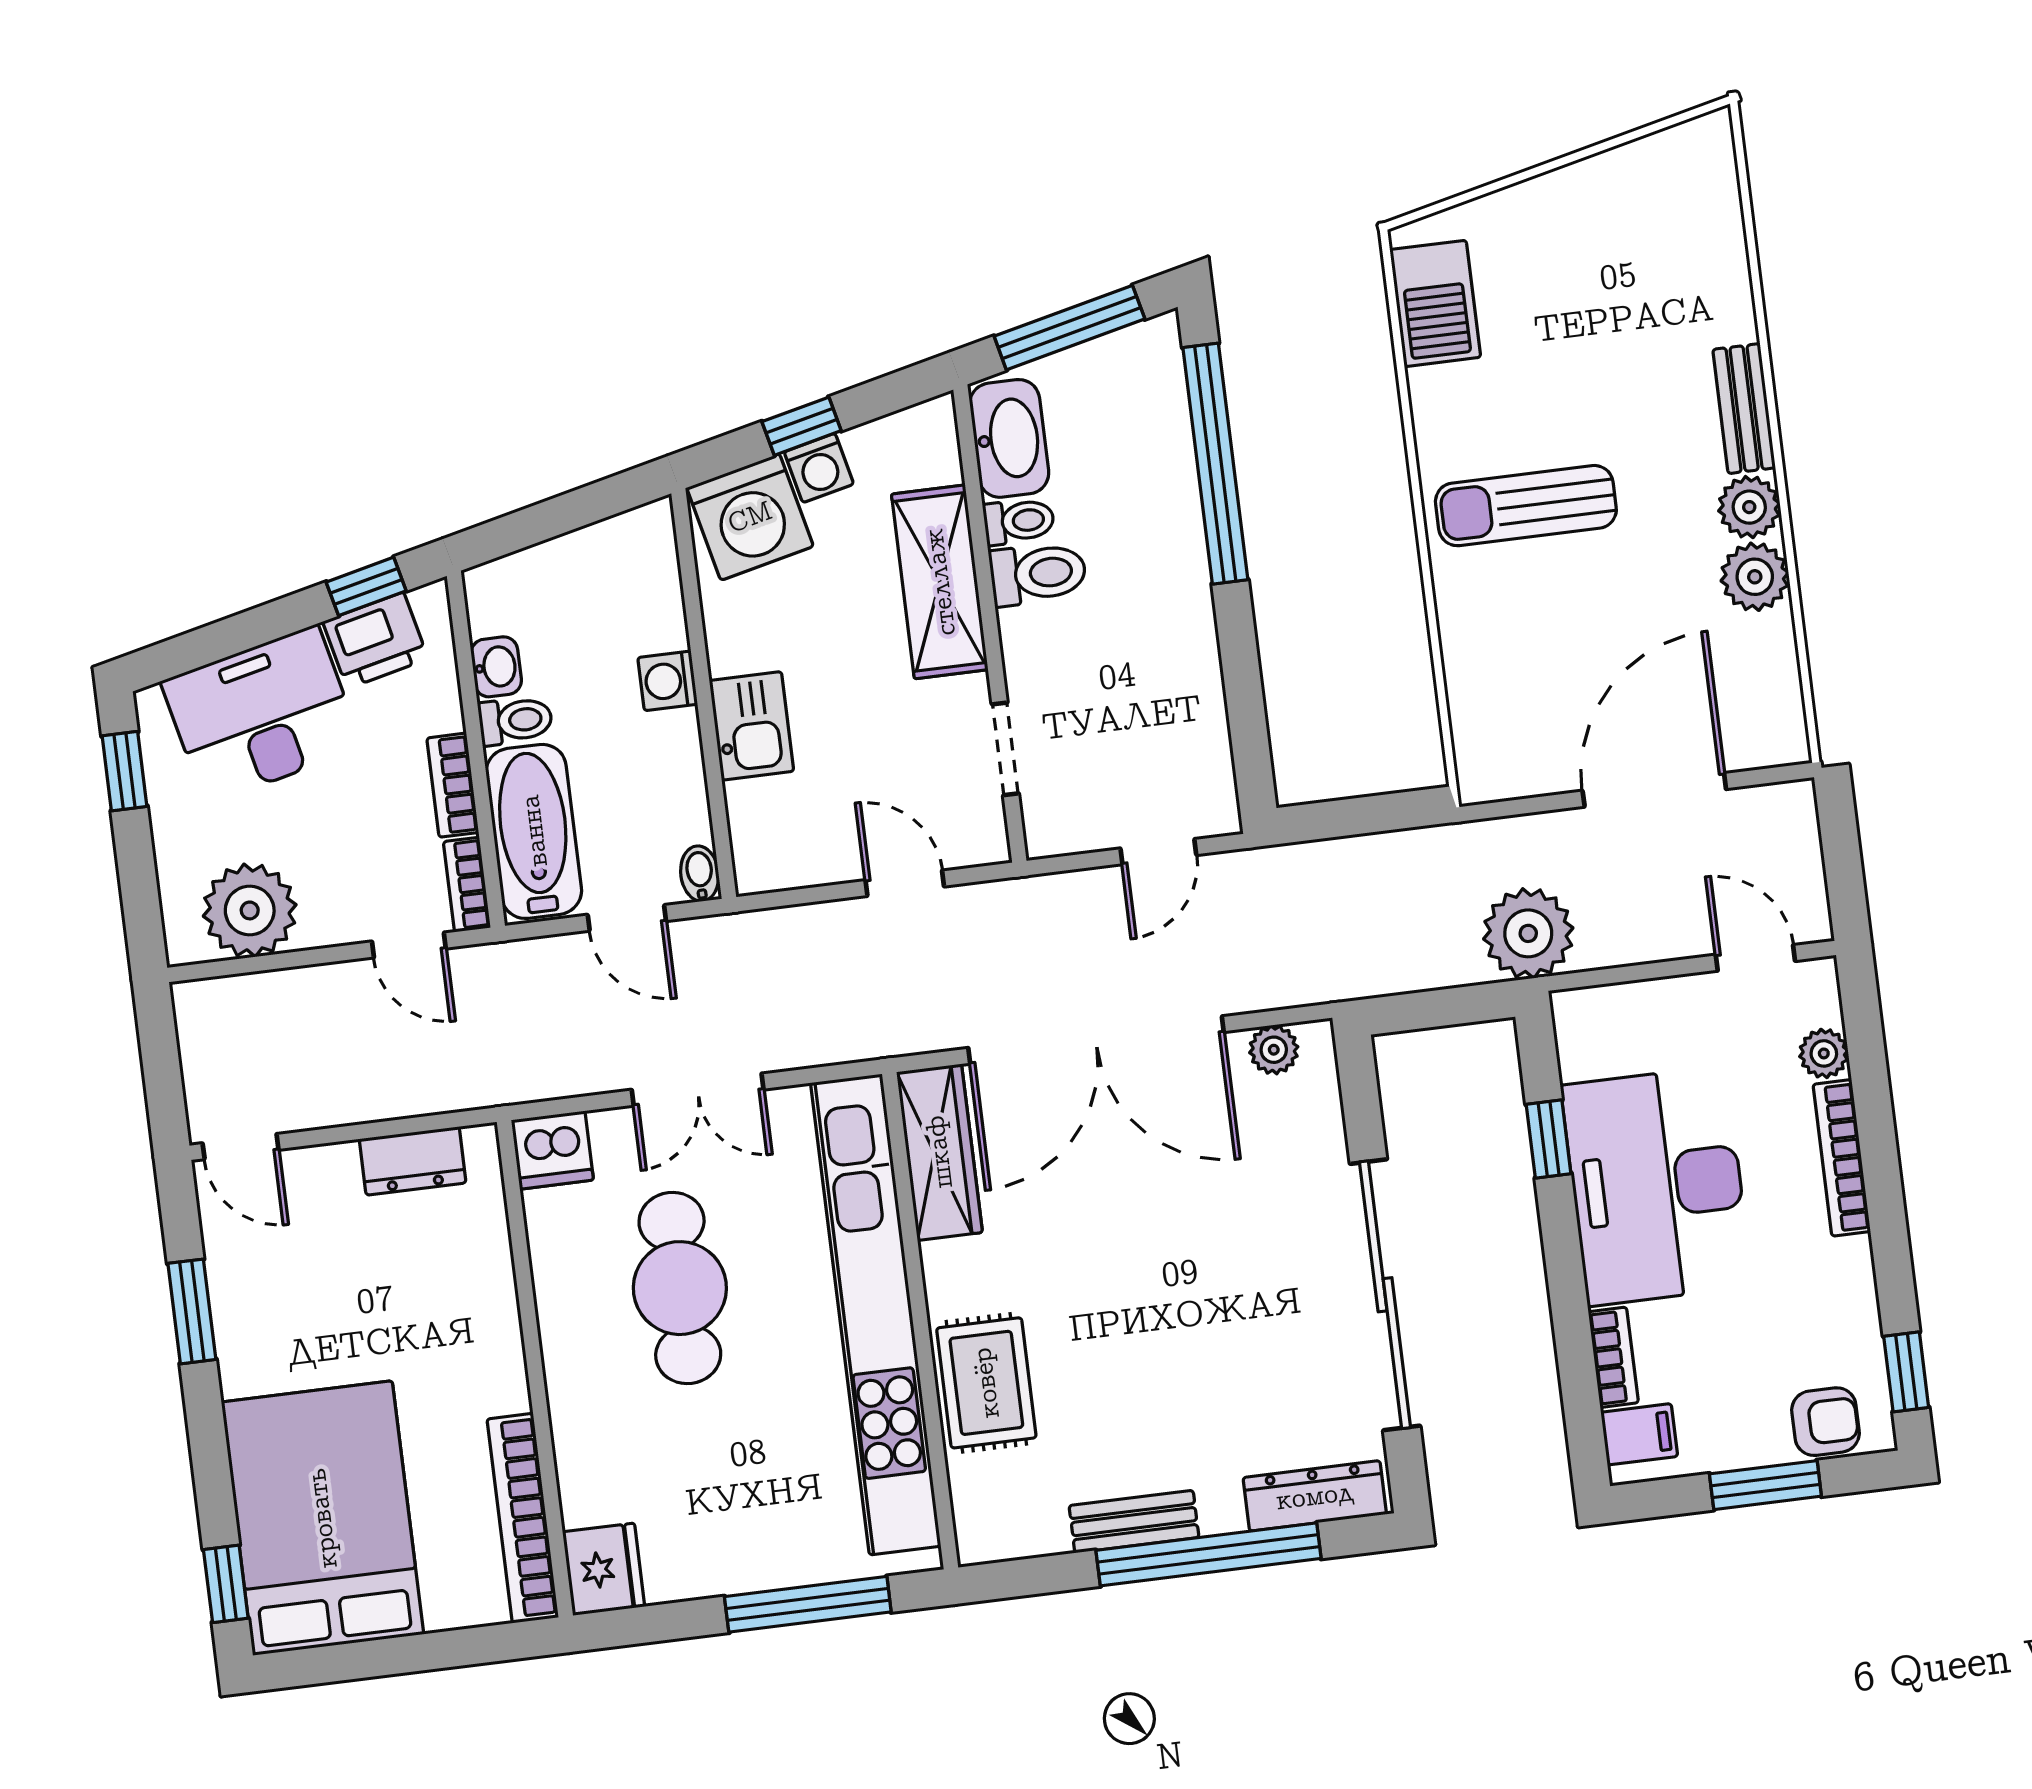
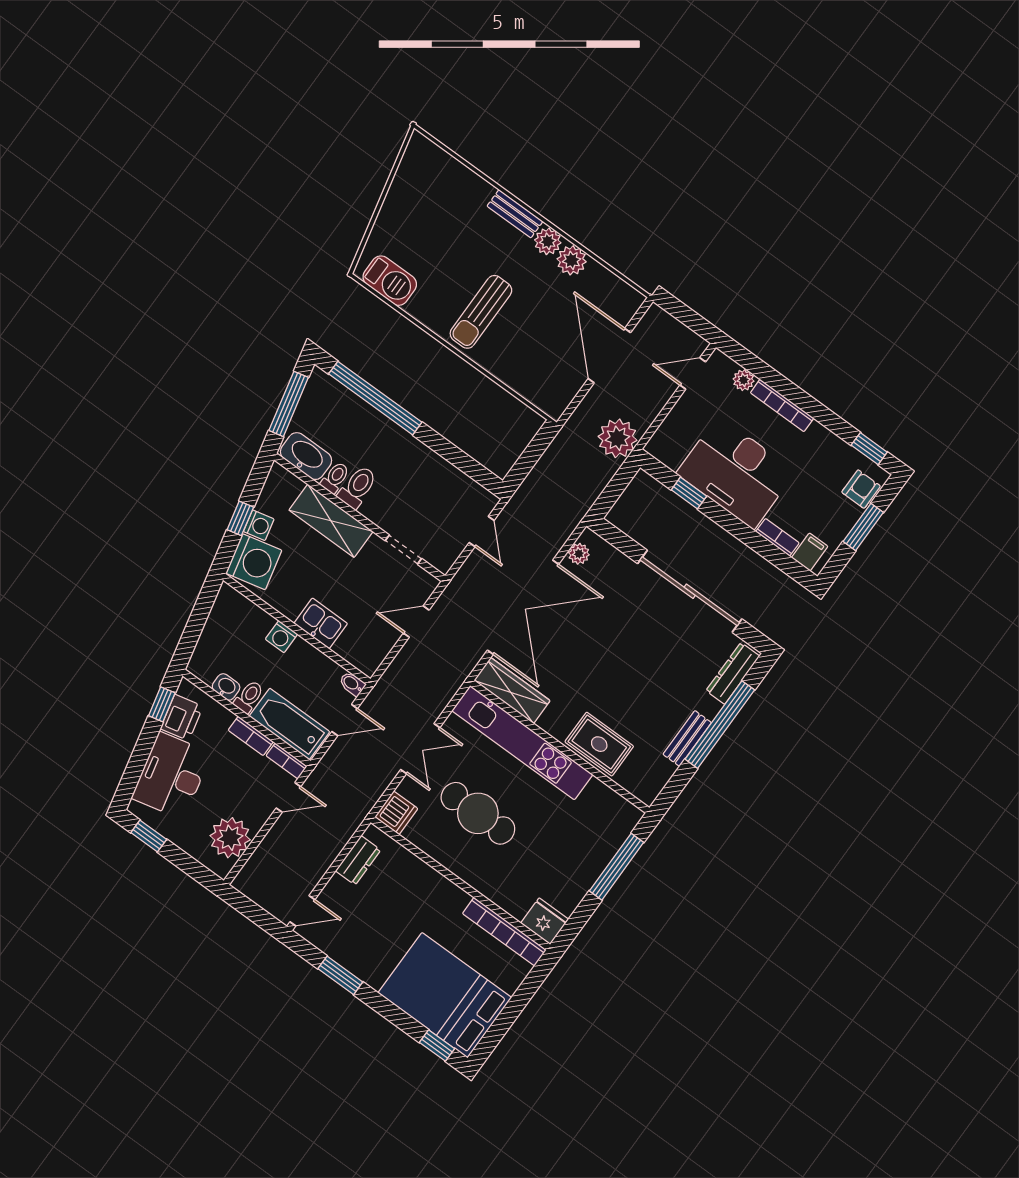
kitchen unit: (876, 1314) -> (522, 743), width x0.73

